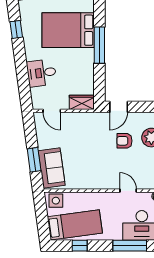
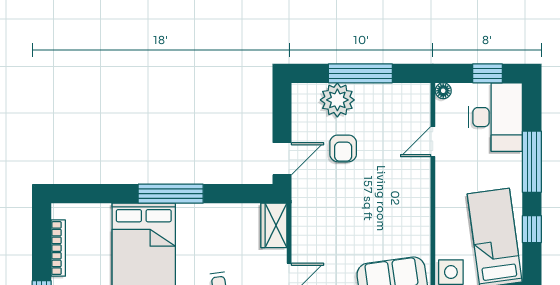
door: (119, 107) -> (282, 159), hinge flipped
window: (130, 246) -> (532, 162), moved

